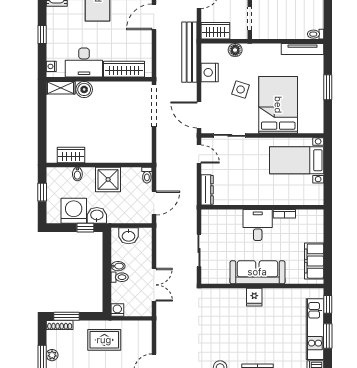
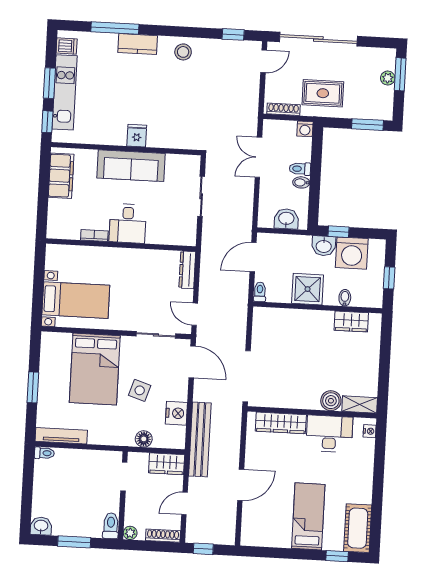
window: (42, 34) -> (379, 471), removed
shoe rack: (60, 325) -> (283, 109), moved

